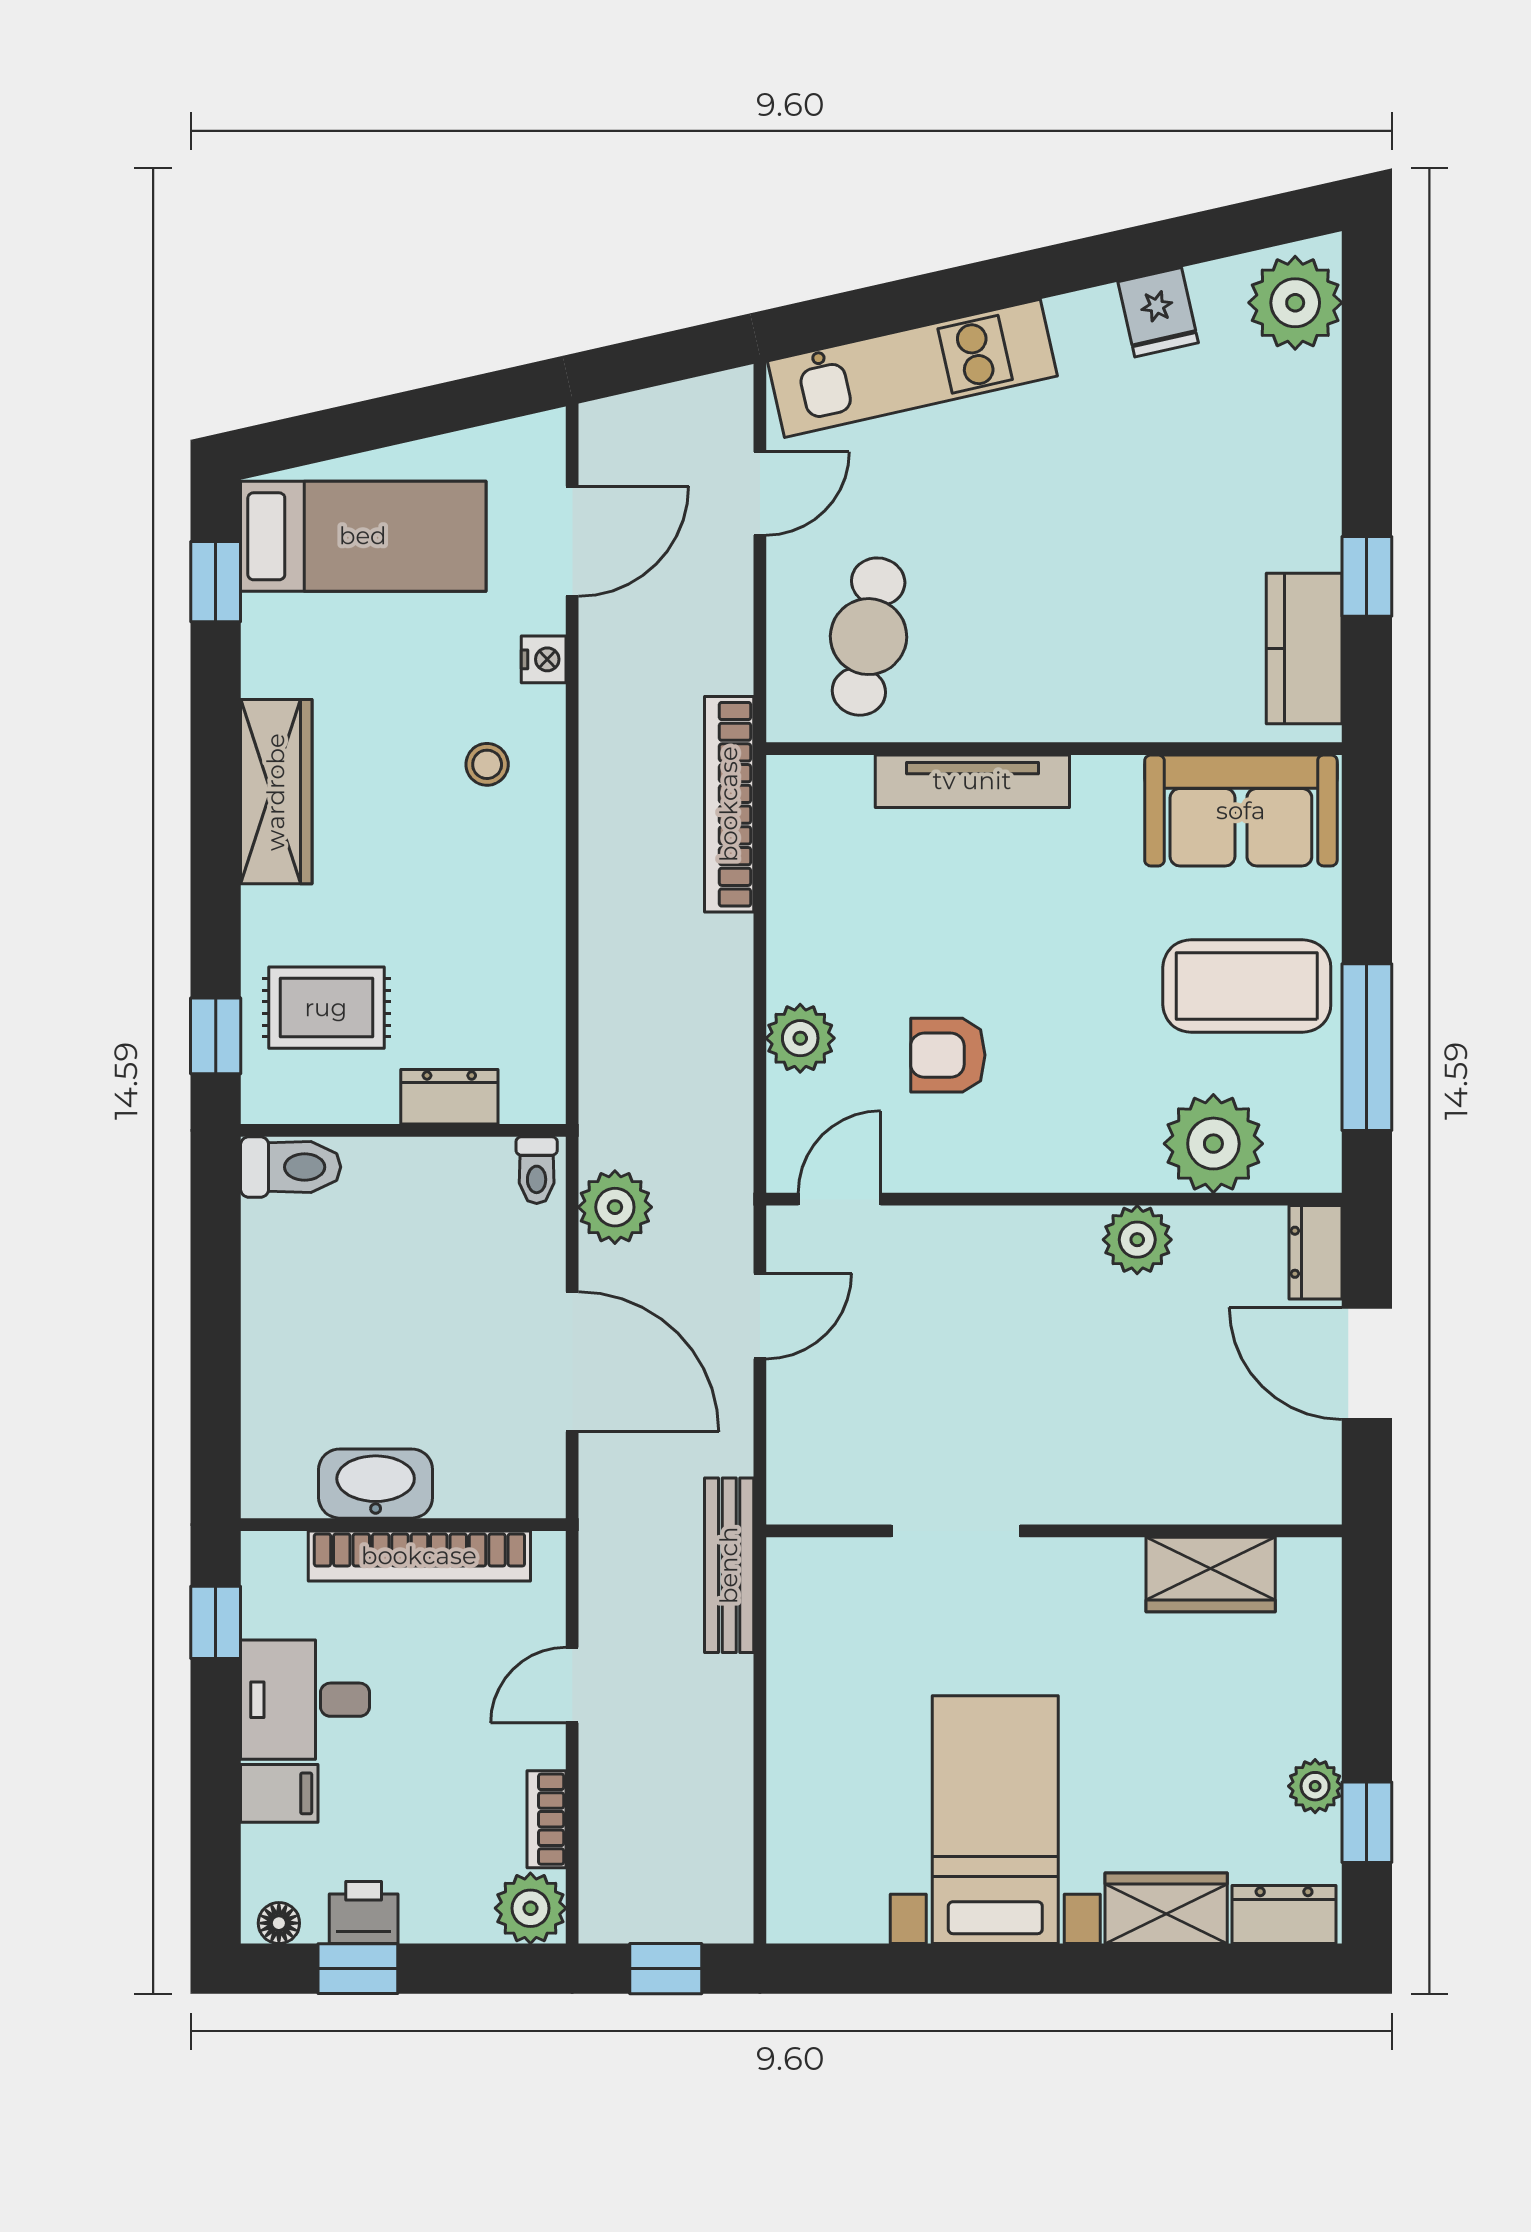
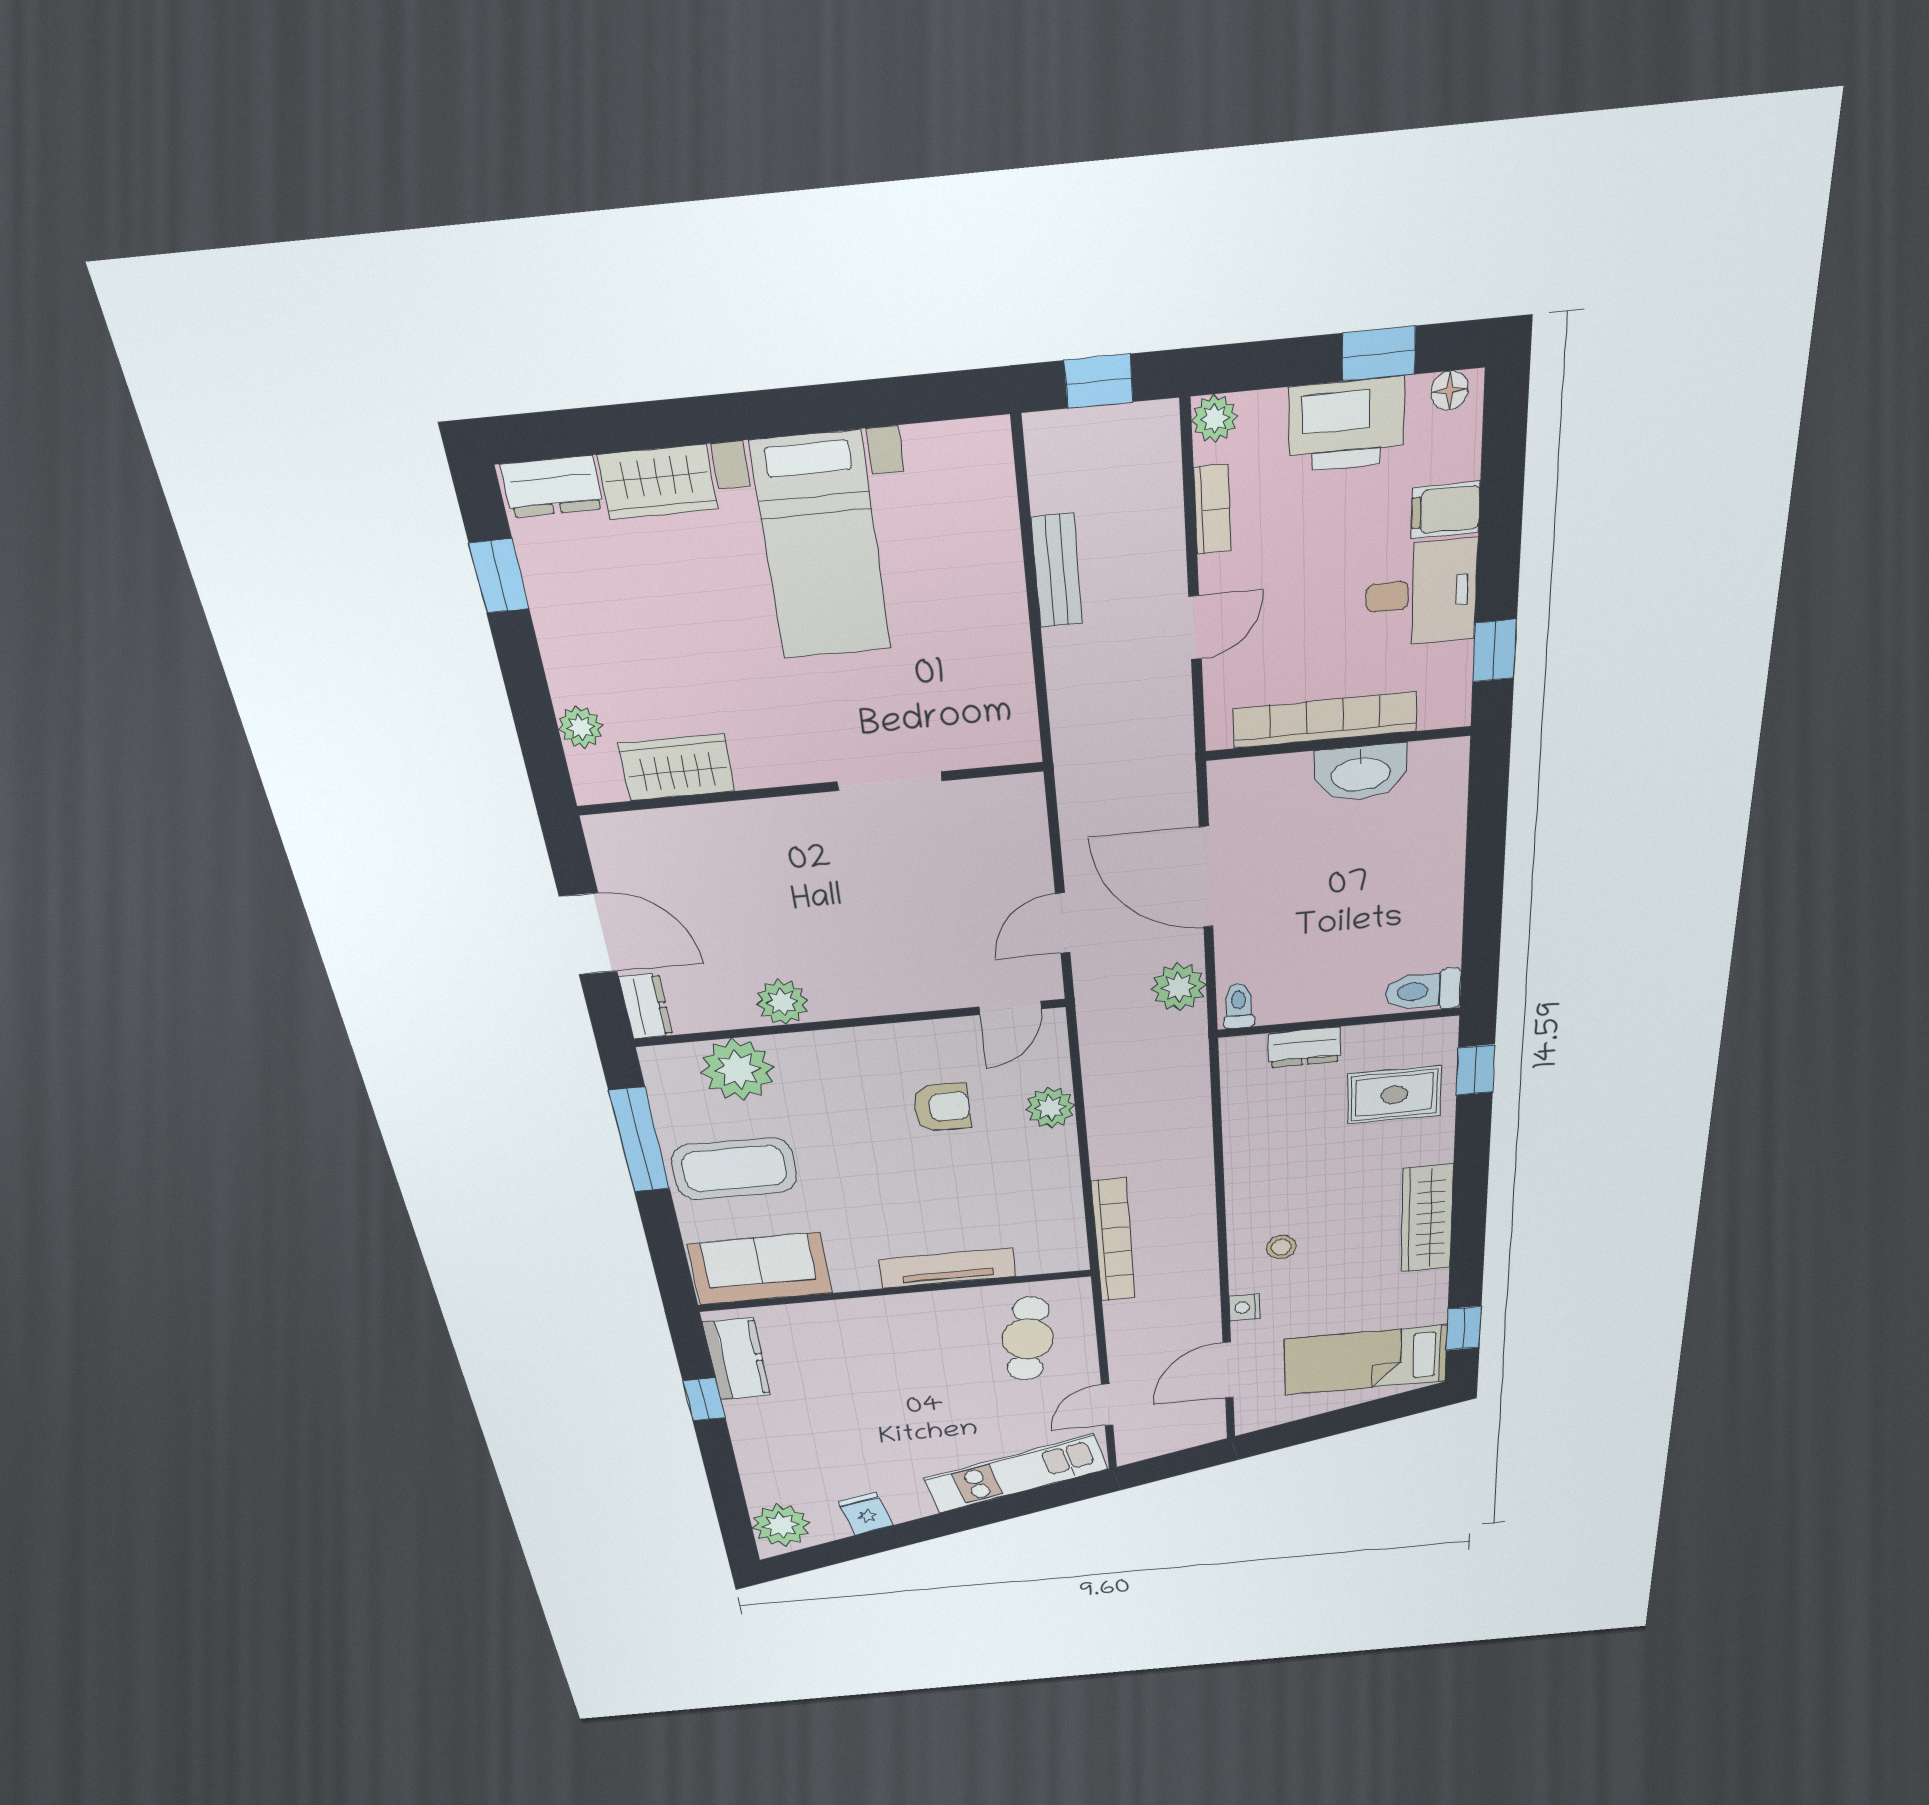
bench: (729, 1565) -> (1057, 571), moved, width x0.73
plant: (1315, 1786) -> (580, 727), moved
plant: (530, 1908) -> (1215, 419), width x0.73, depth x0.73
printer: (364, 1913) -> (1346, 425), width x1.87, depth x1.48

